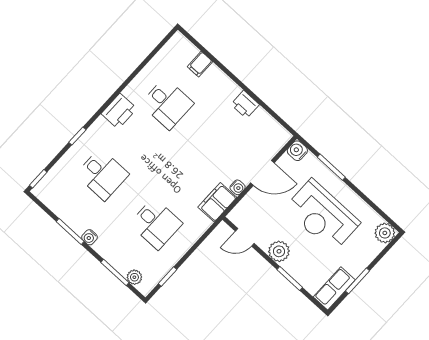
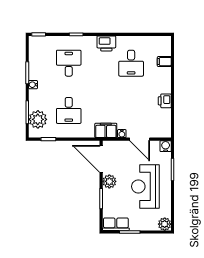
desk: (102, 174) -> (69, 63), turned 180
door: (245, 237) -> (101, 159), width x1.88
plant: (134, 277) -> (38, 119), width x1.87, depth x1.87

